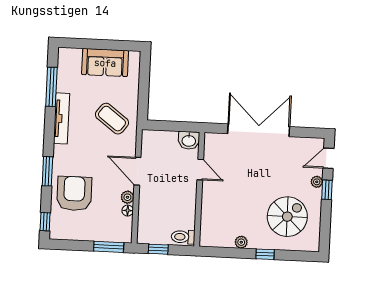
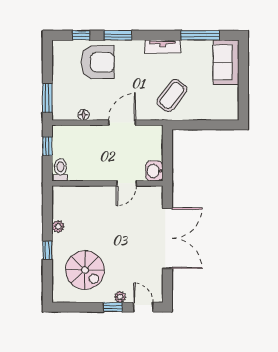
sofa: (105, 63) -> (226, 62), moved
tv unit: (62, 118) -> (163, 46), width x0.71
plant: (127, 197) -> (96, 114), removed
window: (45, 222) -> (81, 35), moved

